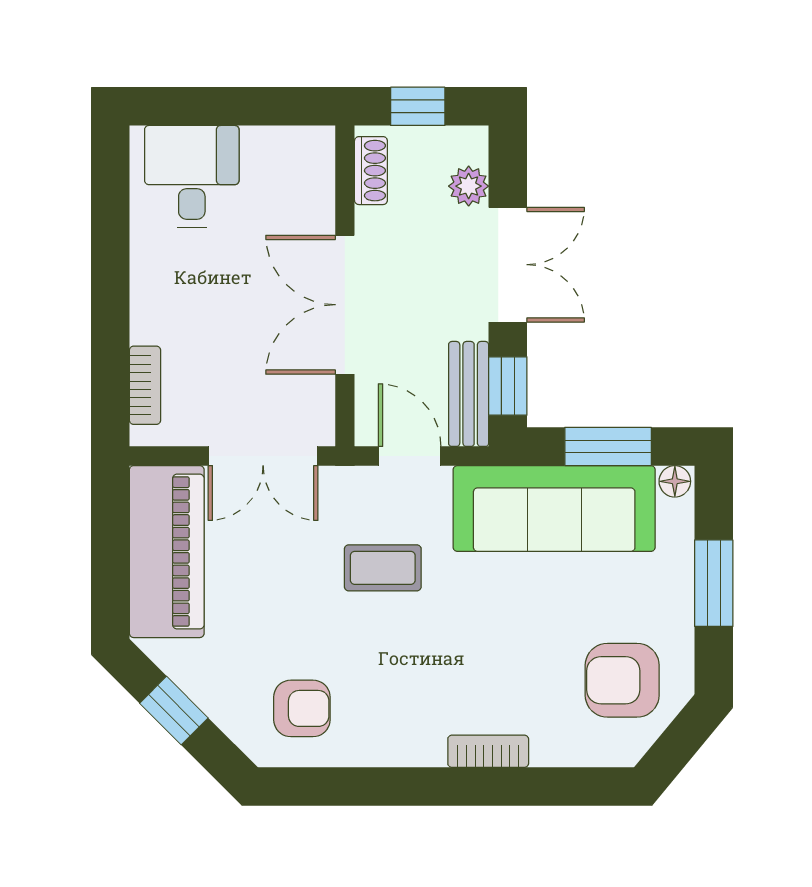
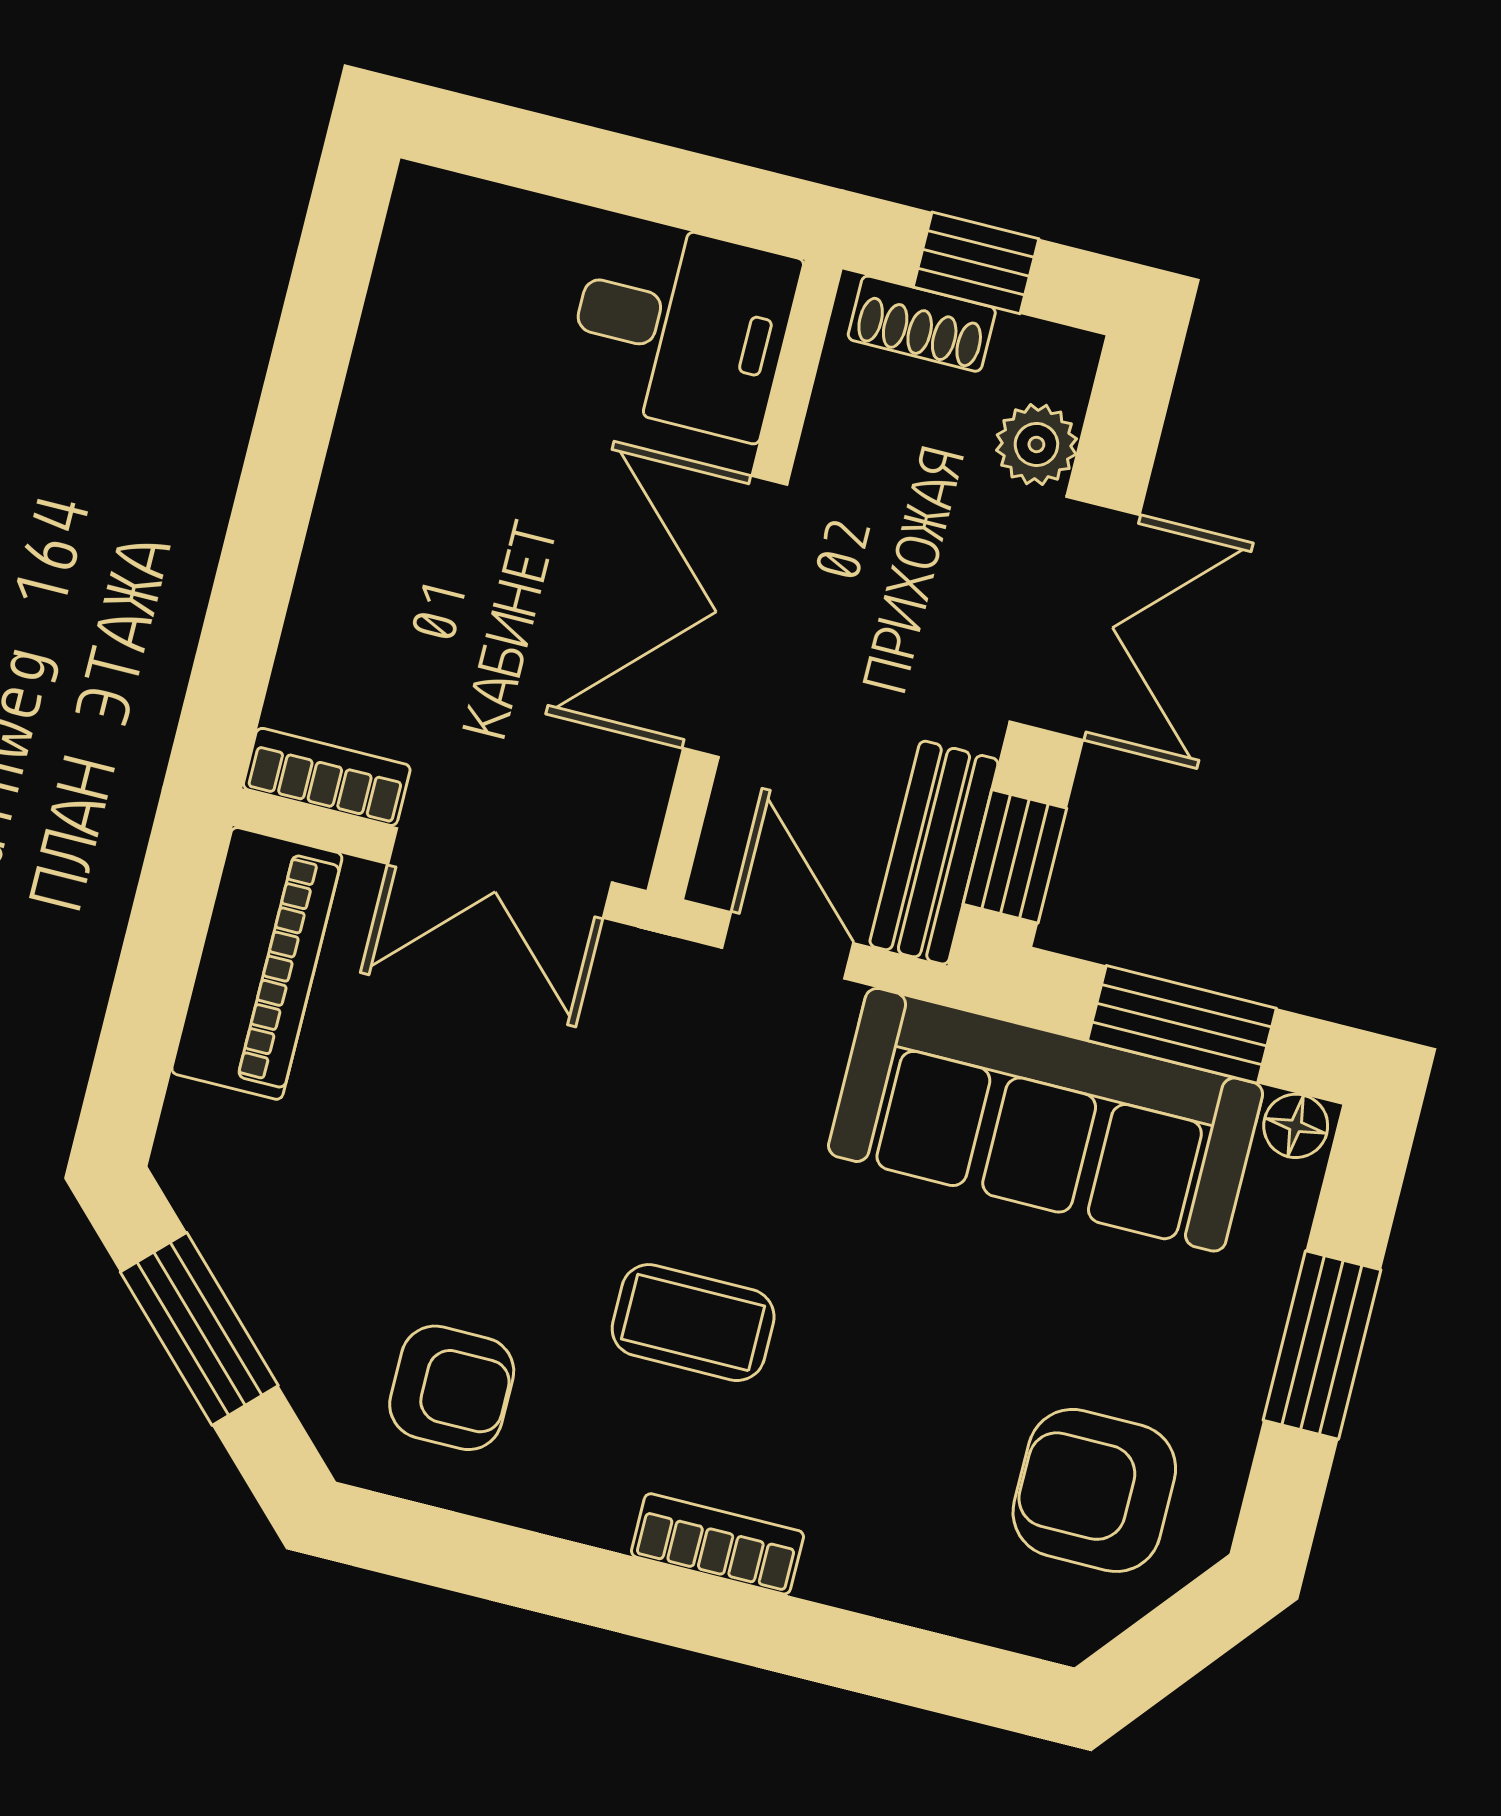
shoe rack: (371, 171) -> (922, 324), moved, turned 90
desk: (192, 176) -> (681, 328), moved, turned 90
bookcase: (145, 385) -> (327, 777), moved, turned -90
piano: (167, 552) -> (257, 963), width x0.73, depth x0.75
coffee table: (383, 568) -> (693, 1323), moved
window: (174, 711) -> (199, 1329), width x1.50
bookcase: (488, 751) -> (717, 1544), moved

